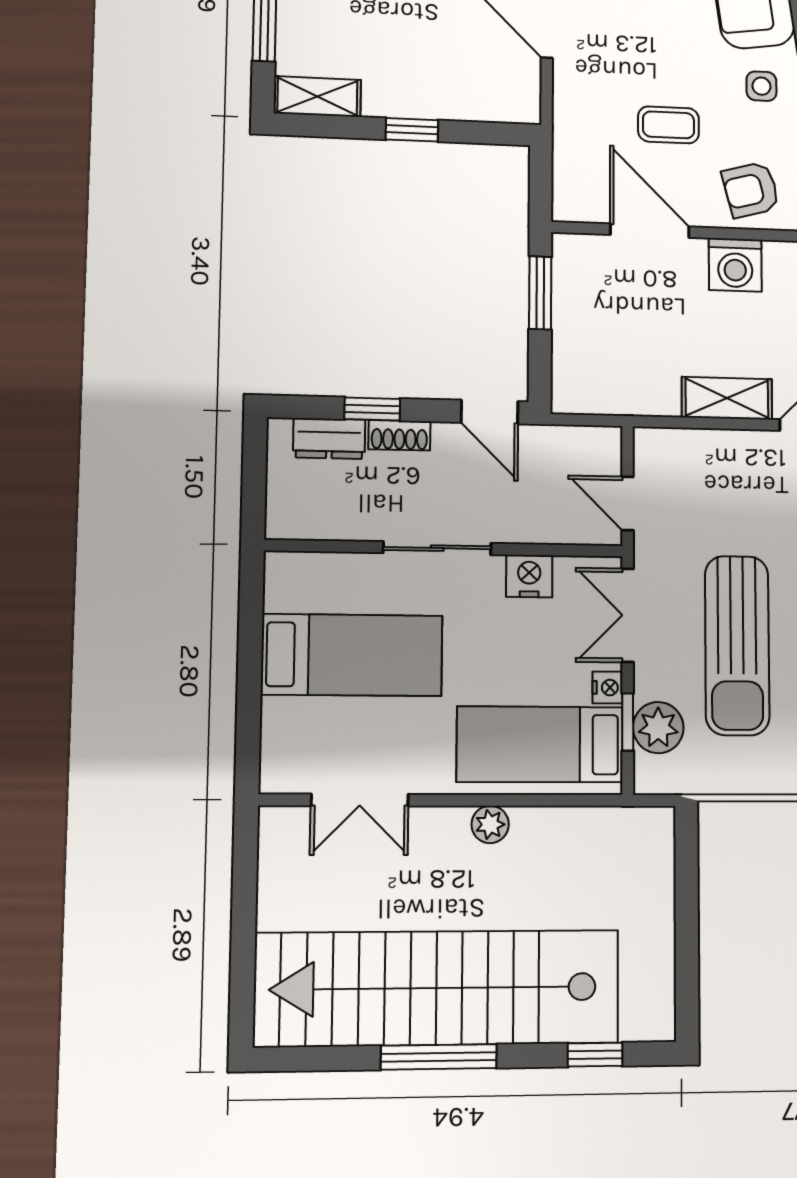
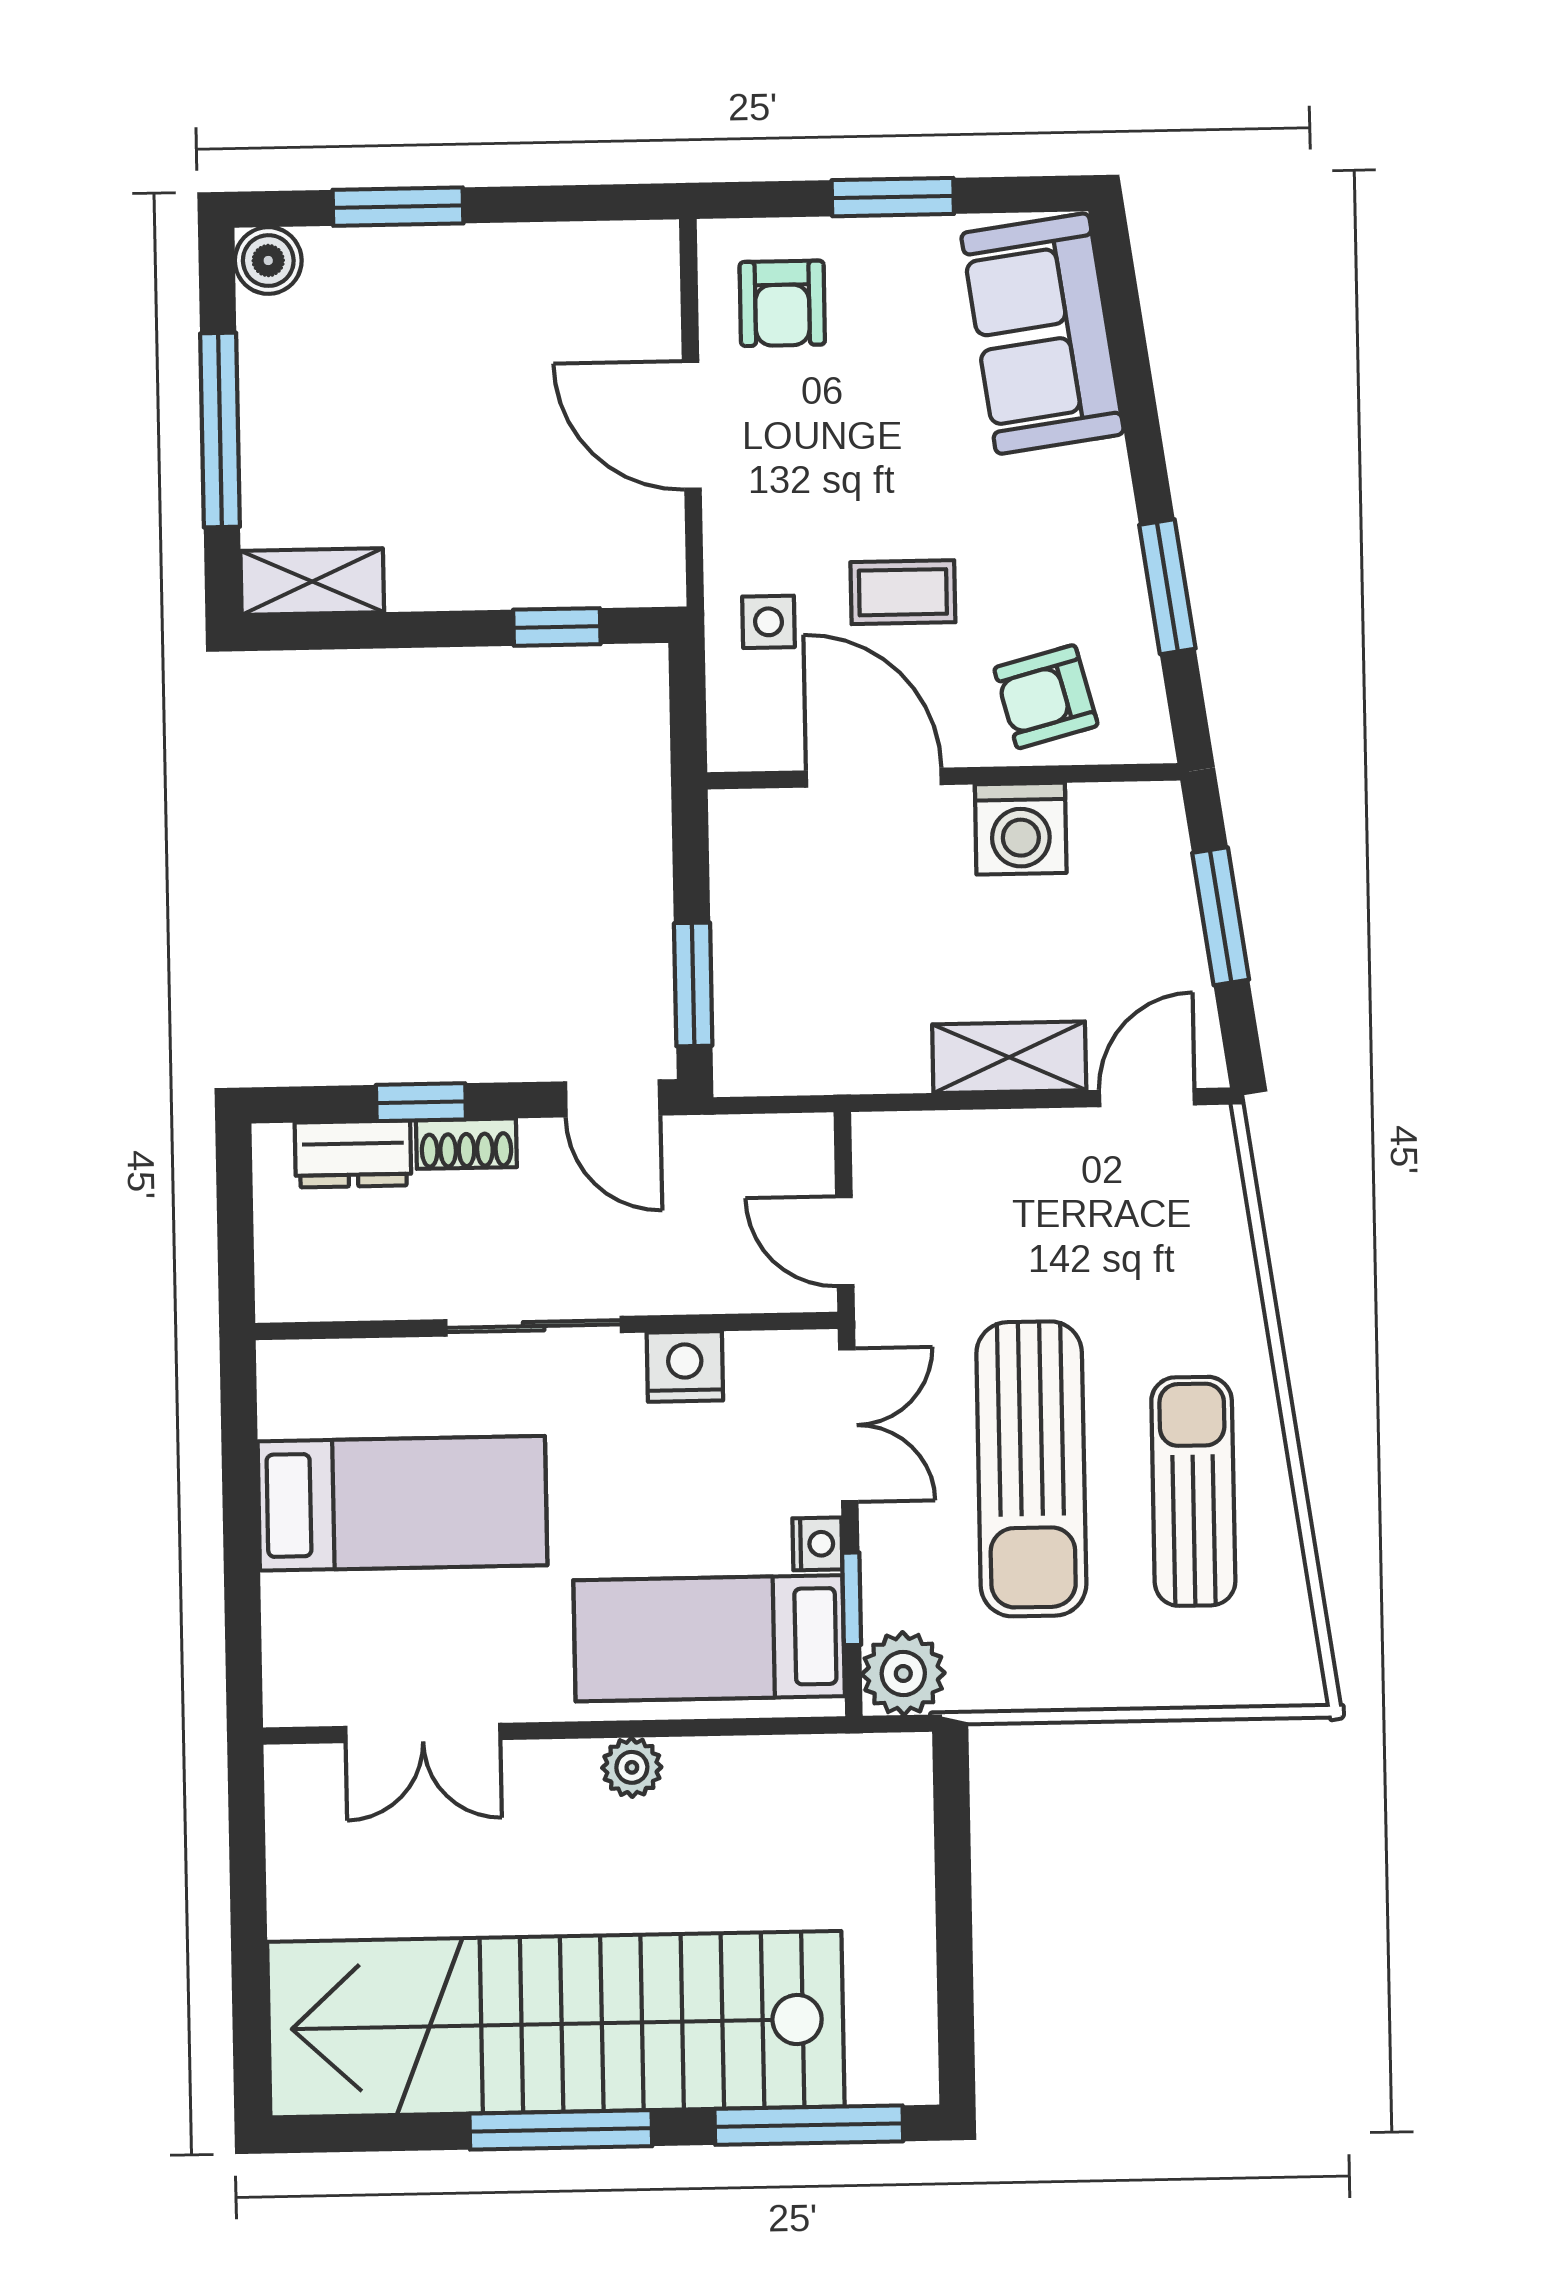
side table: (761, 86) -> (769, 622), moved
window: (412, 130) -> (557, 627), moved
window: (540, 293) -> (693, 984), moved
double door: (628, 615) -> (848, 1425), swing flipped
plant: (658, 728) -> (903, 1673), moved
window: (595, 1055) -> (809, 2125), width x2.17

